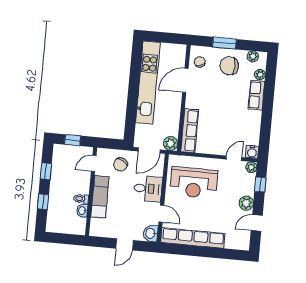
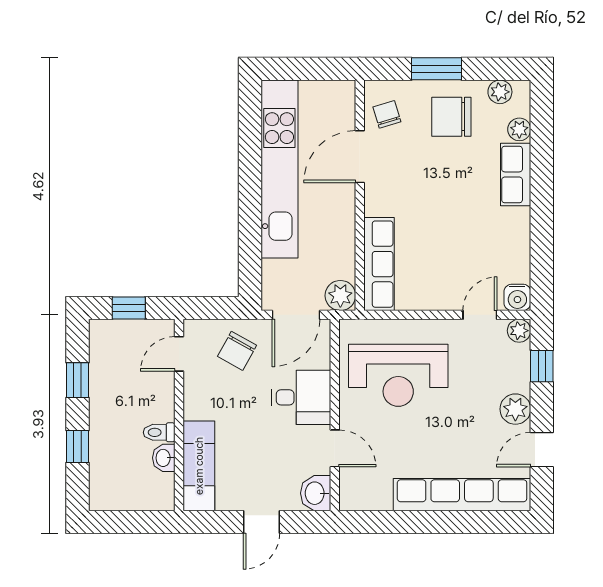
exam couch: (100, 197) -> (199, 466), moved
row of seats: (193, 238) -> (462, 495), moved

